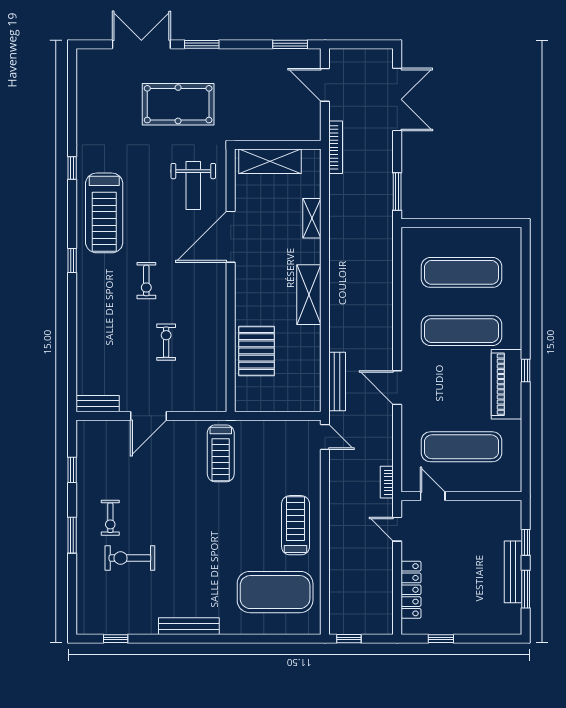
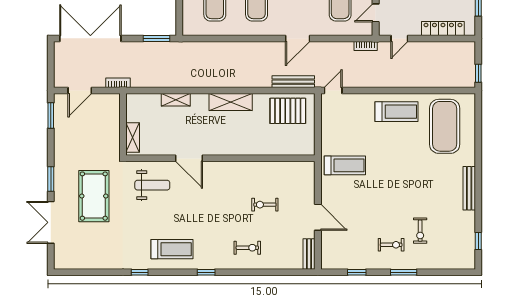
double door: (397, 99) -> (90, 38), width x1.36
bookcase: (336, 147) -> (118, 83), width x0.64
shelving: (270, 161) -> (133, 137), width x0.67, depth x0.75
treadmill: (104, 213) -> (172, 249), width x0.73, depth x0.73
door: (231, 237) -> (189, 158), width x0.73
exercise bike: (146, 281) -> (247, 248), moved
pallet: (257, 351) -> (288, 111), moved
treadmill: (296, 525) -> (397, 112), turned 180
exercise bike: (130, 558) -> (420, 231), width x0.73, depth x0.72

